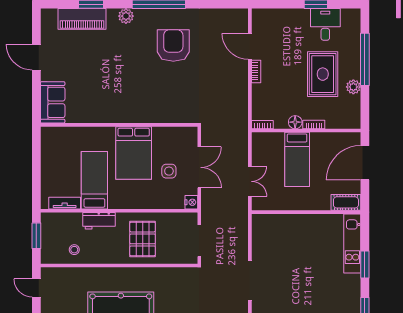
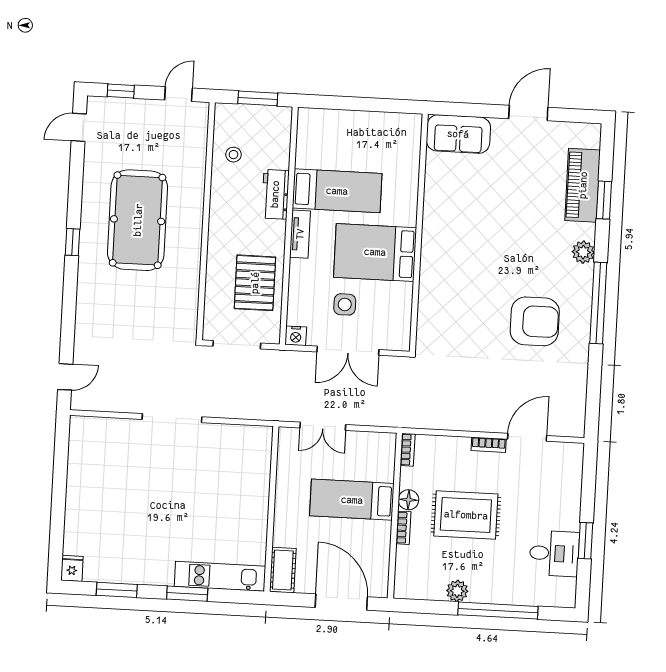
rug: (323, 74) -> (466, 515), moved
tv unit: (65, 203) -> (300, 234), moved
pallet: (143, 239) -> (255, 283), moved, turned 90

